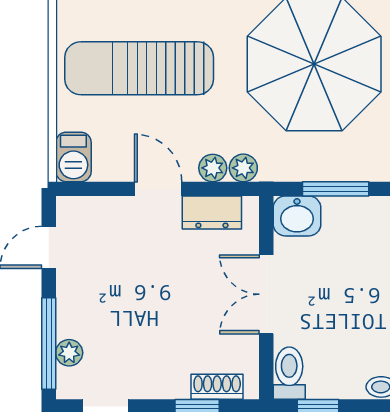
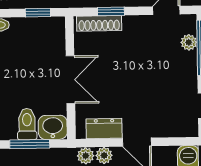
toilet: (289, 373) -> (27, 124), moved, turned 180
shoe rack: (217, 387) -> (99, 23), width x1.43

